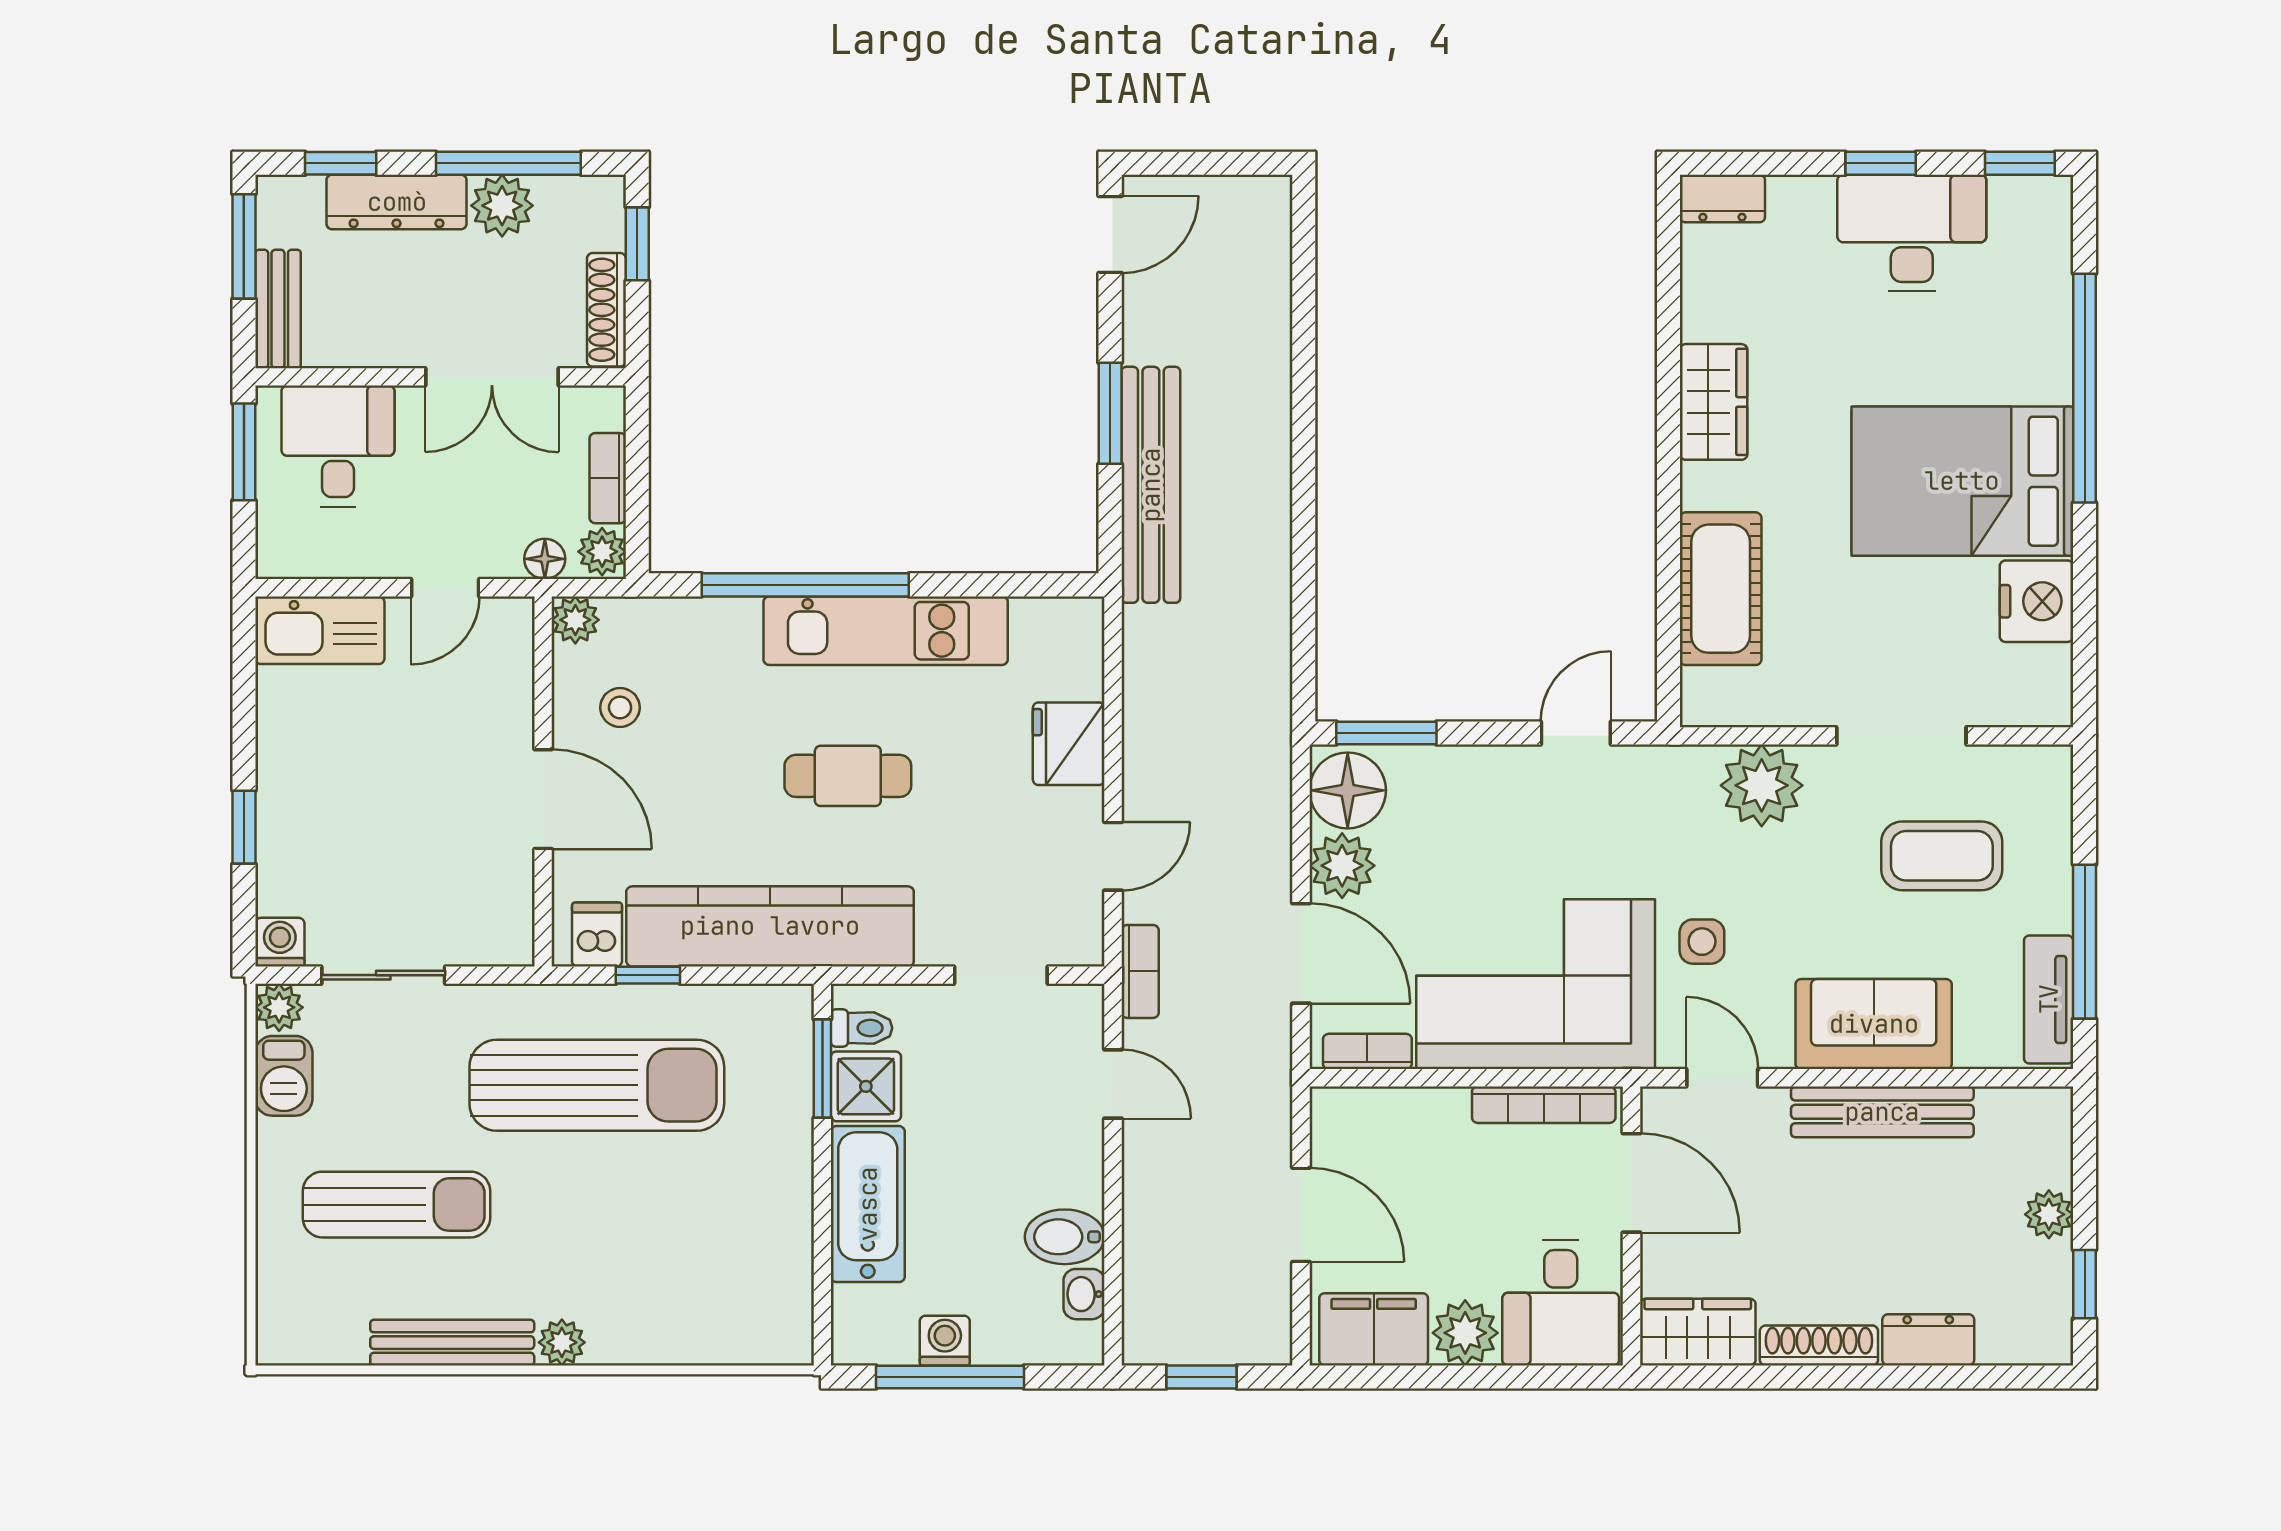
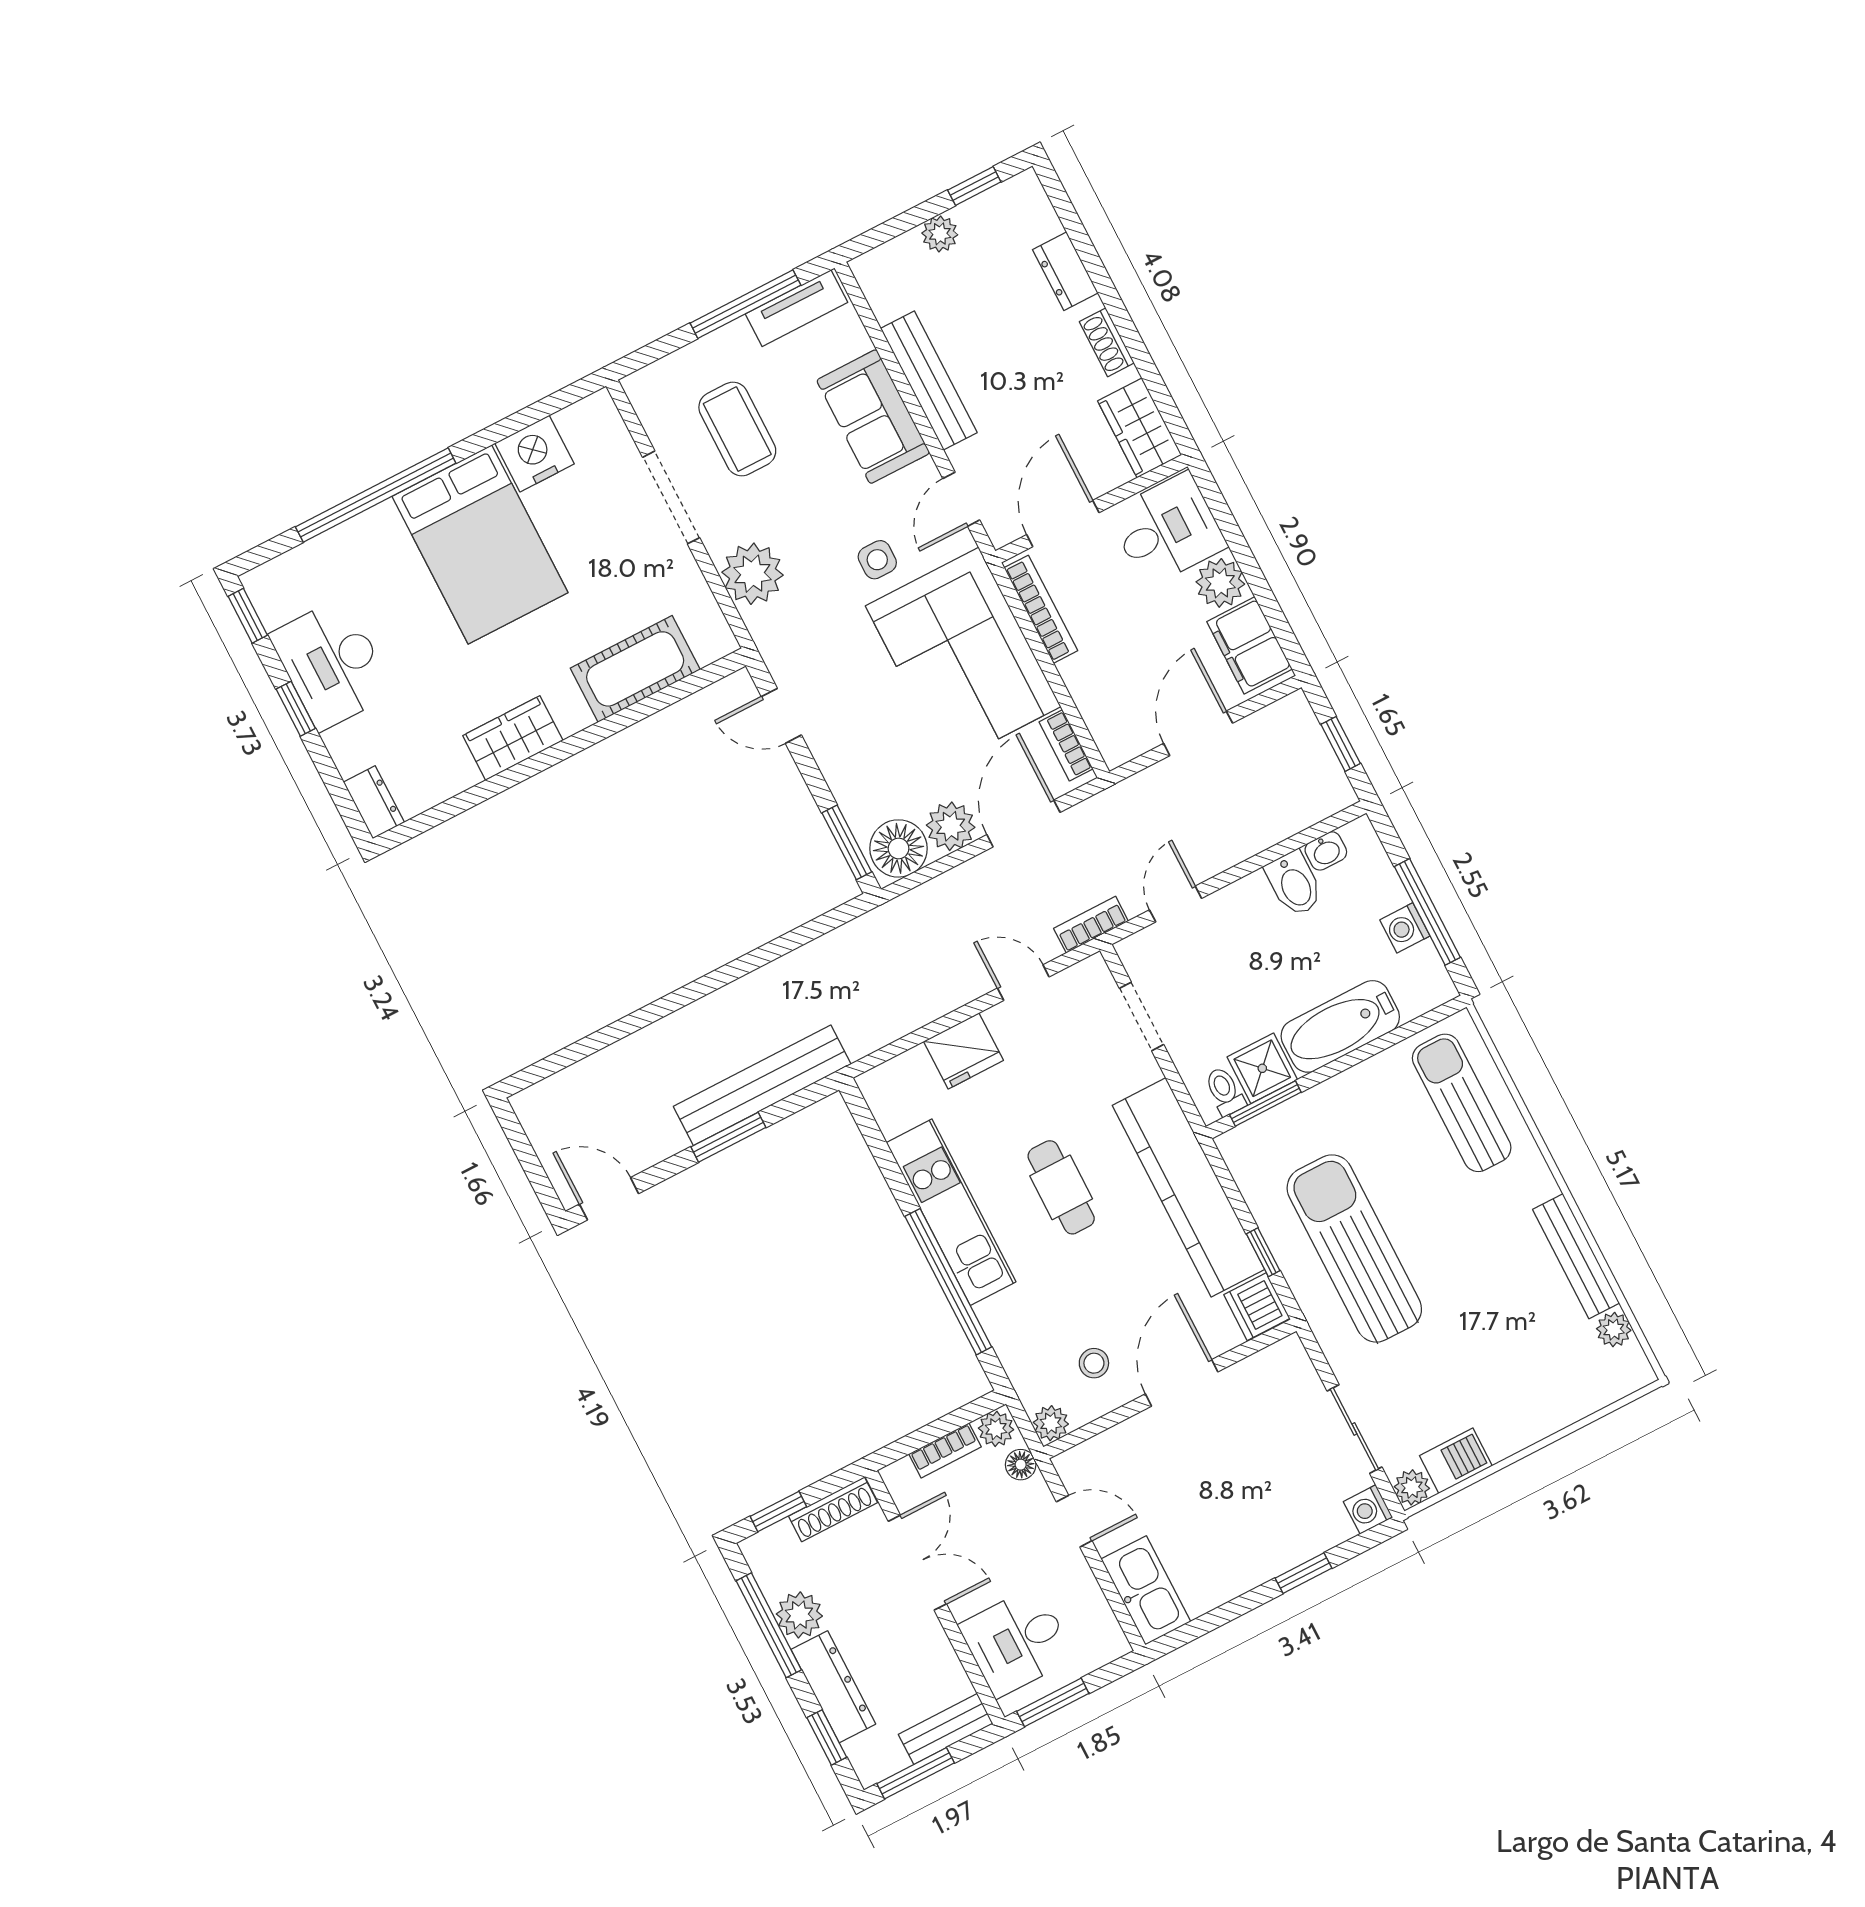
dishwasher: (597, 935) -> (1257, 1307), width x1.38
sun lounger: (396, 1205) -> (1462, 1103), moved
plant: (562, 1342) -> (1614, 1330), moved
shoe rack: (1819, 1345) -> (1107, 342), width x0.70

